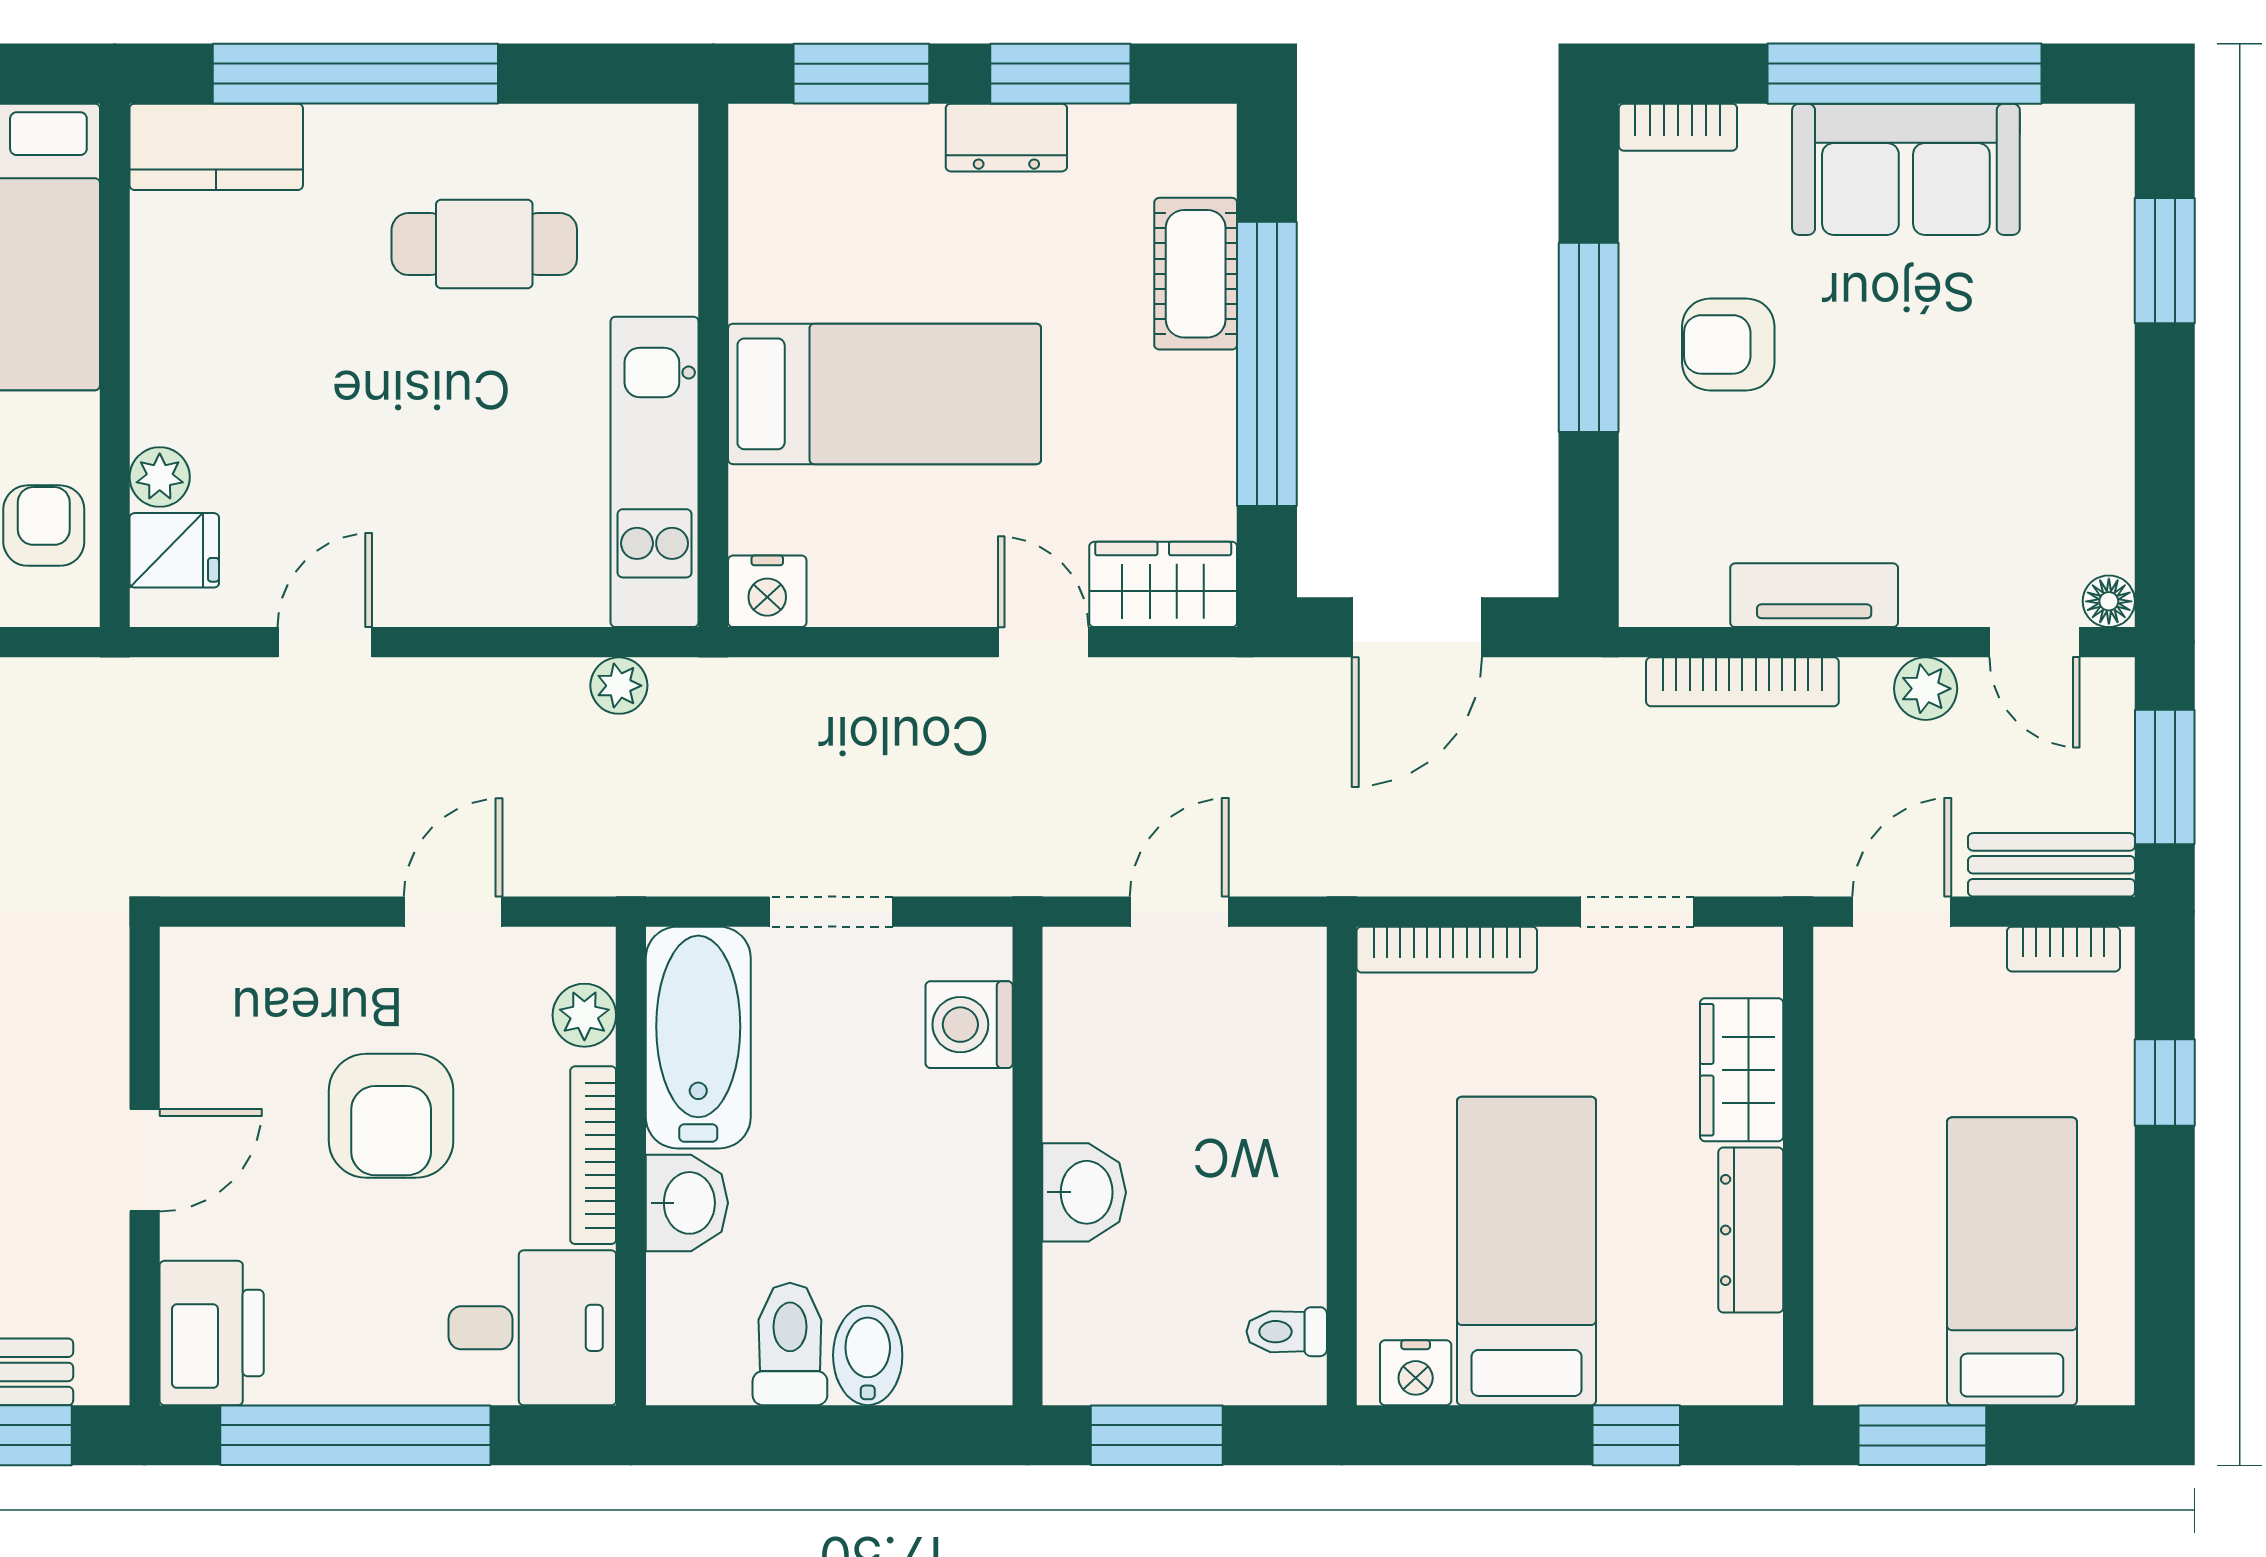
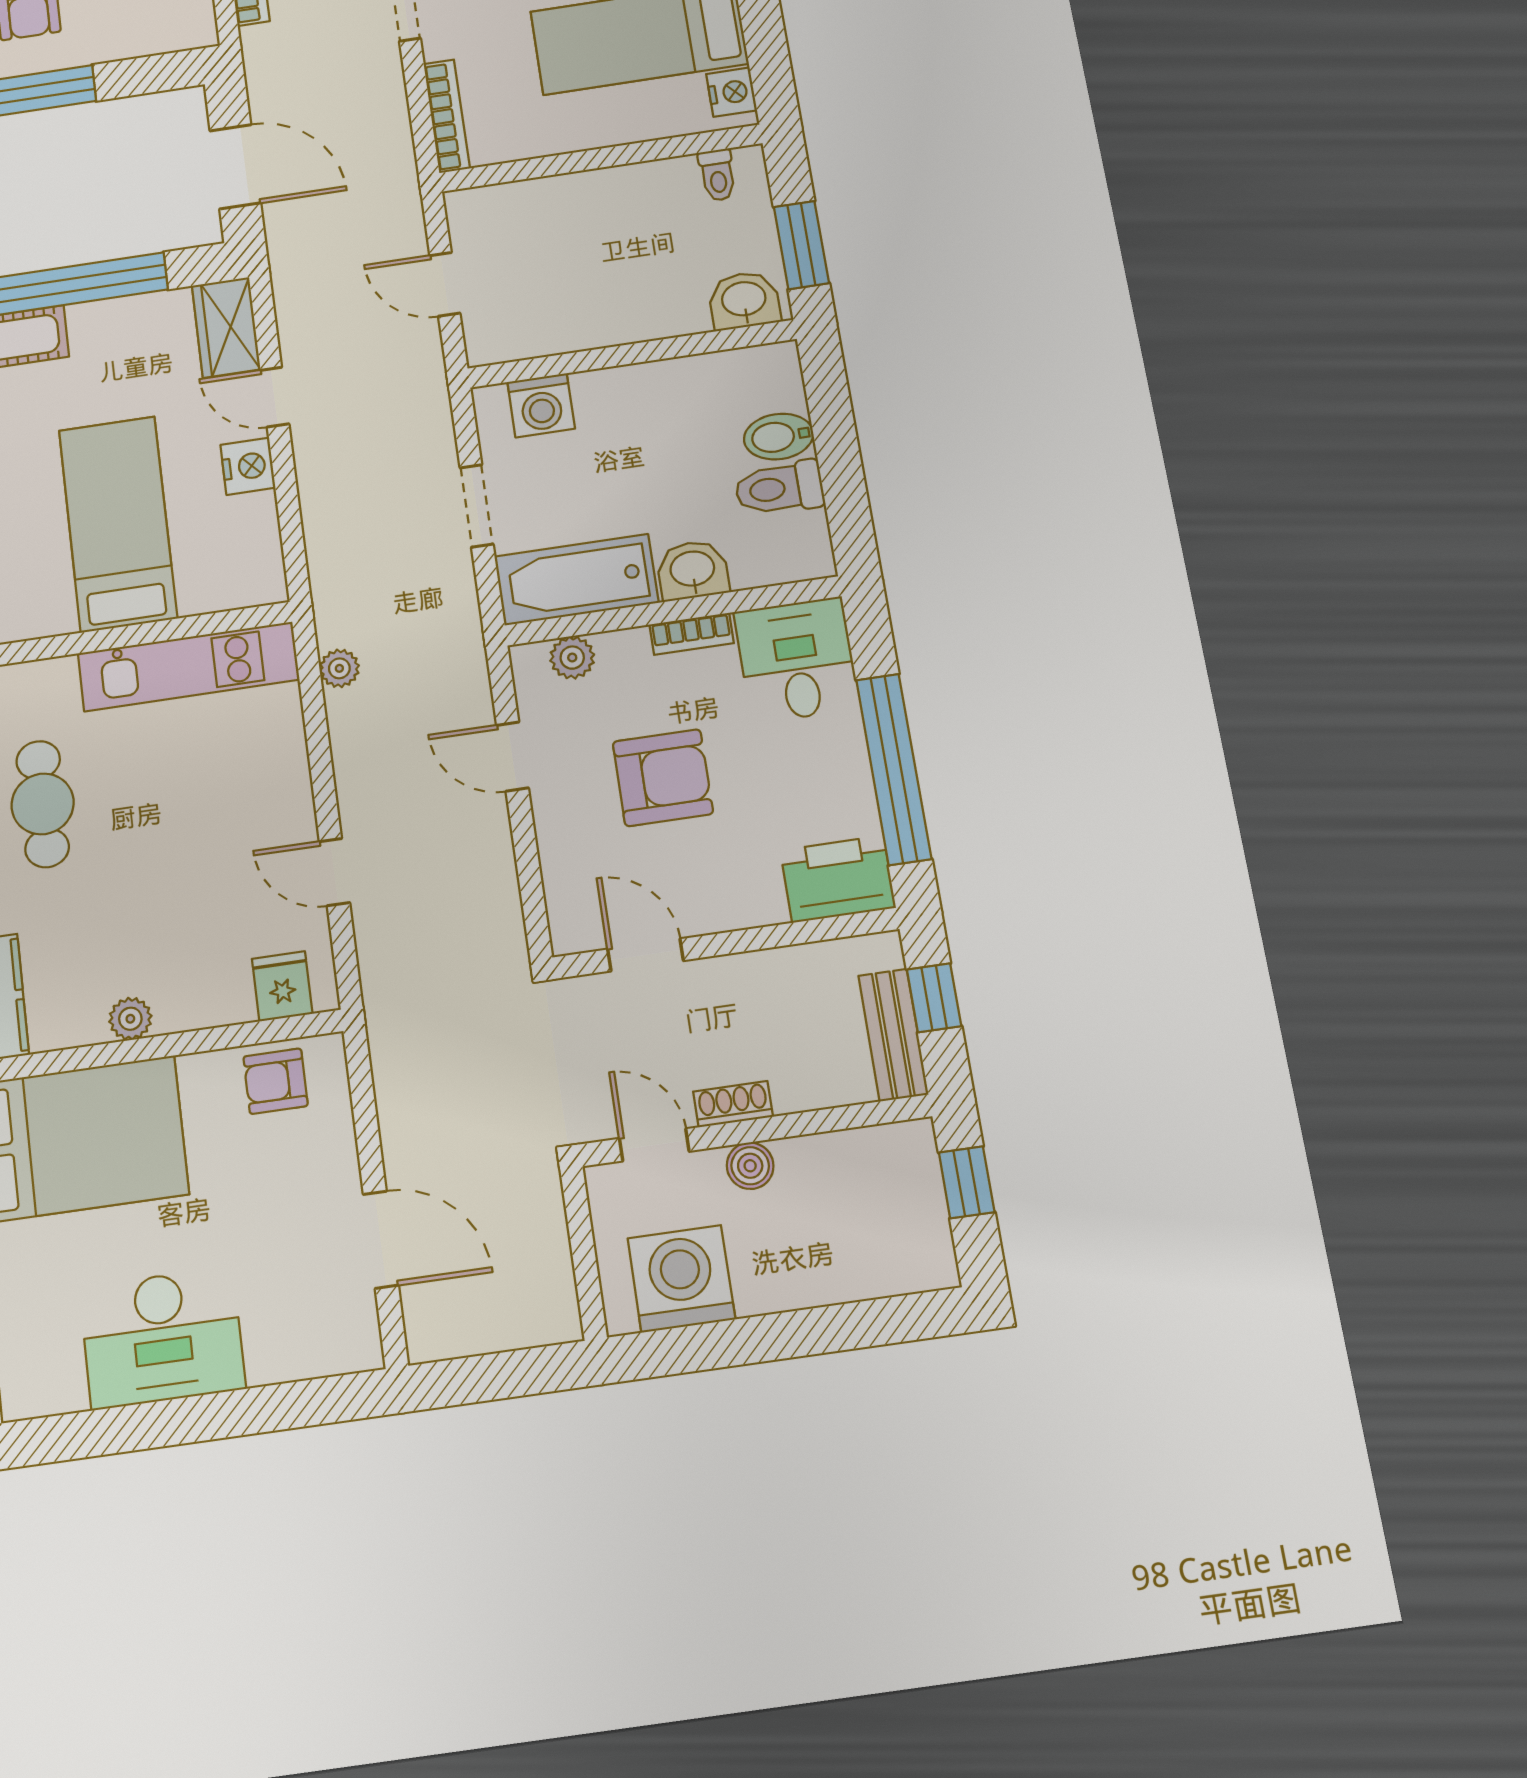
plant: (160, 477) -> (130, 1019), moved
nightstand: (767, 591) -> (248, 466), moved
door: (1043, 642) -> (274, 397), hinge flipped
bookcase: (593, 1155) -> (692, 634), width x0.64
door: (145, 1160) -> (645, 955), moved
washbasin: (1084, 1192) -> (744, 300), moved

